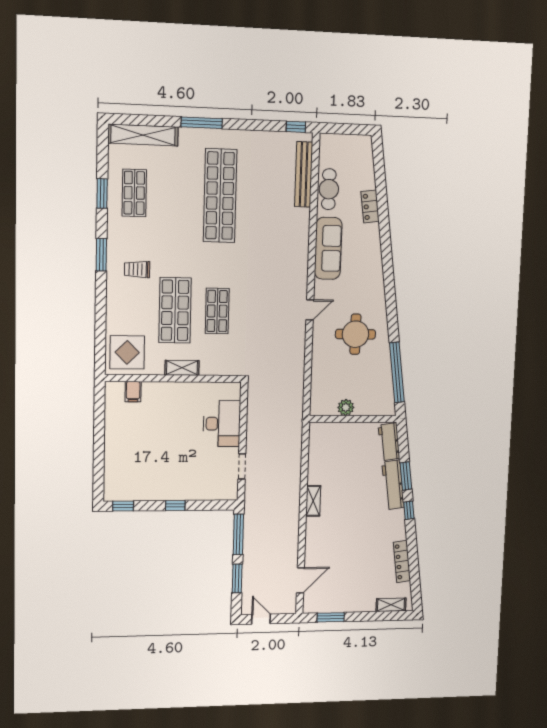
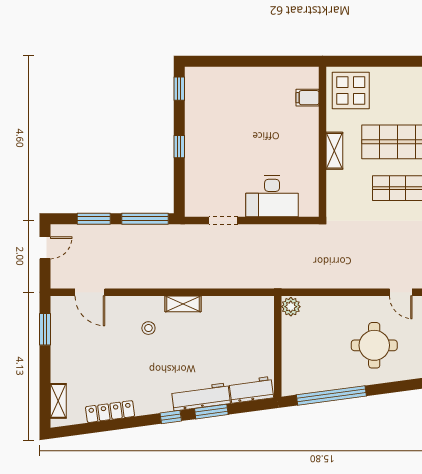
plant: (346, 407) -> (291, 307), moved
stool: (333, 530) -> (148, 328), added

